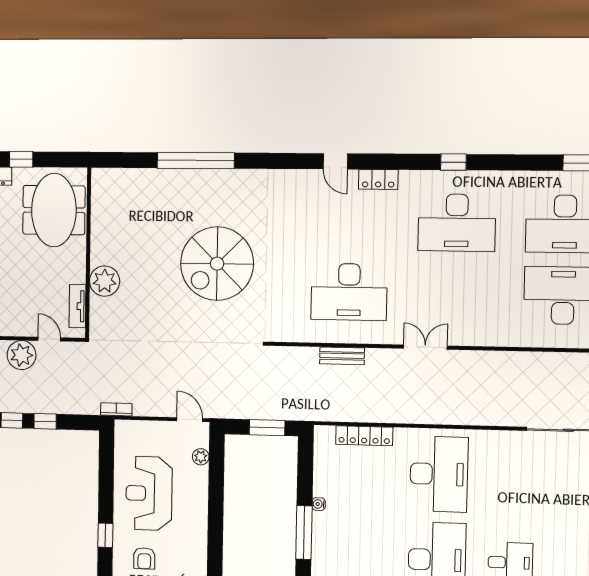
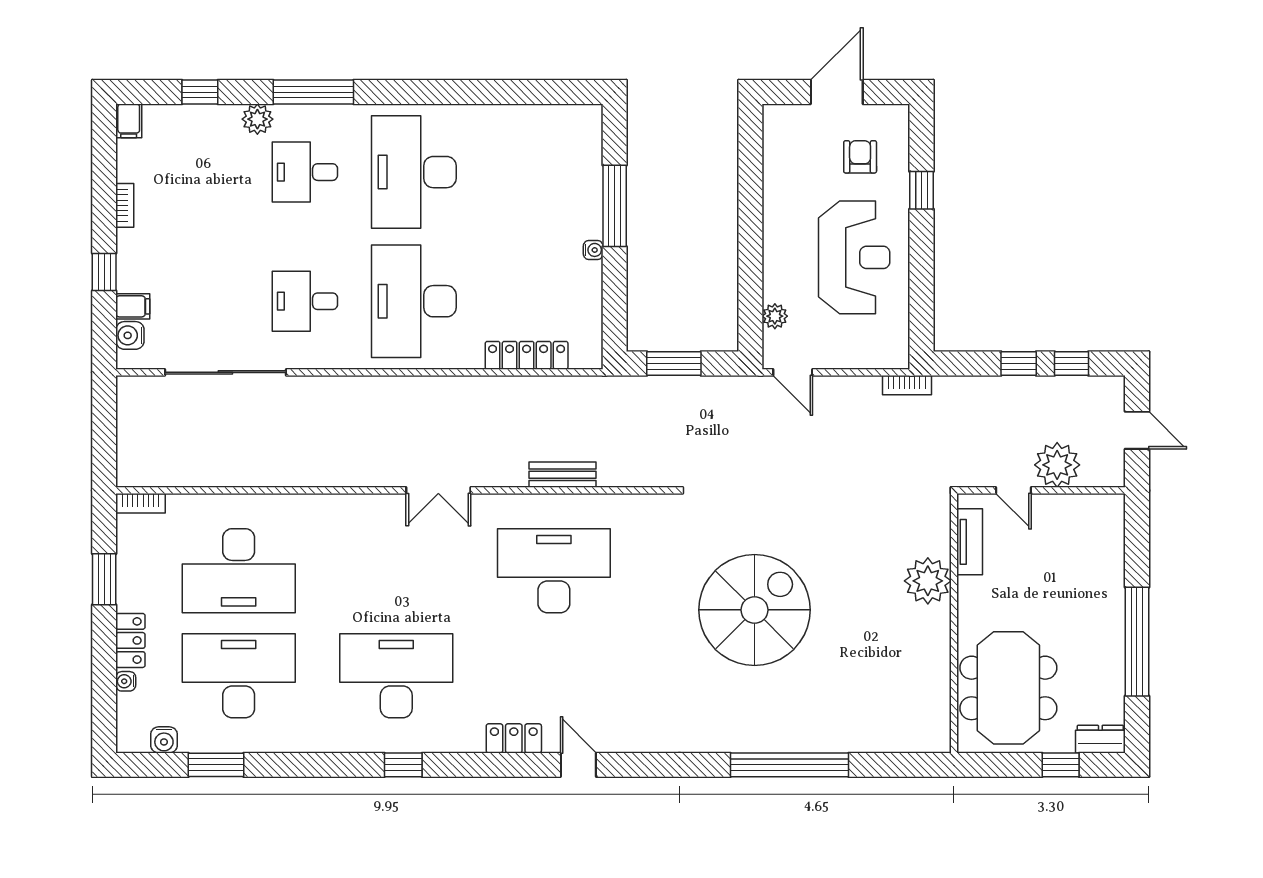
desk: (513, 476) -> (305, 301), added

